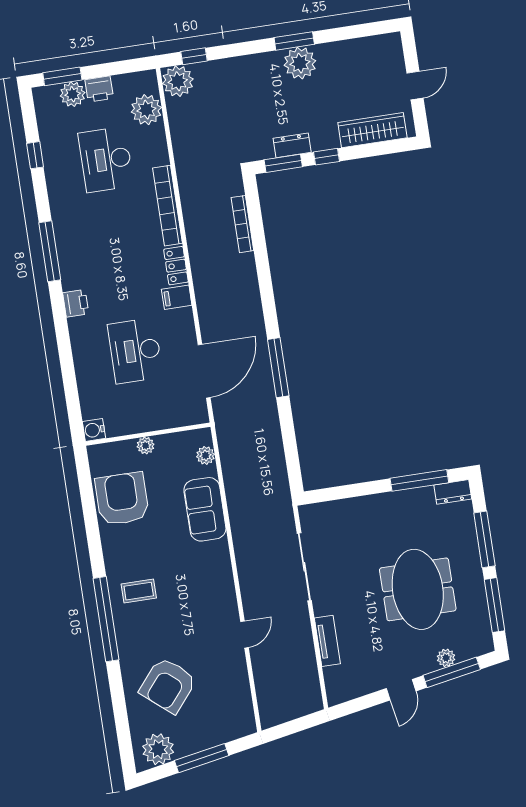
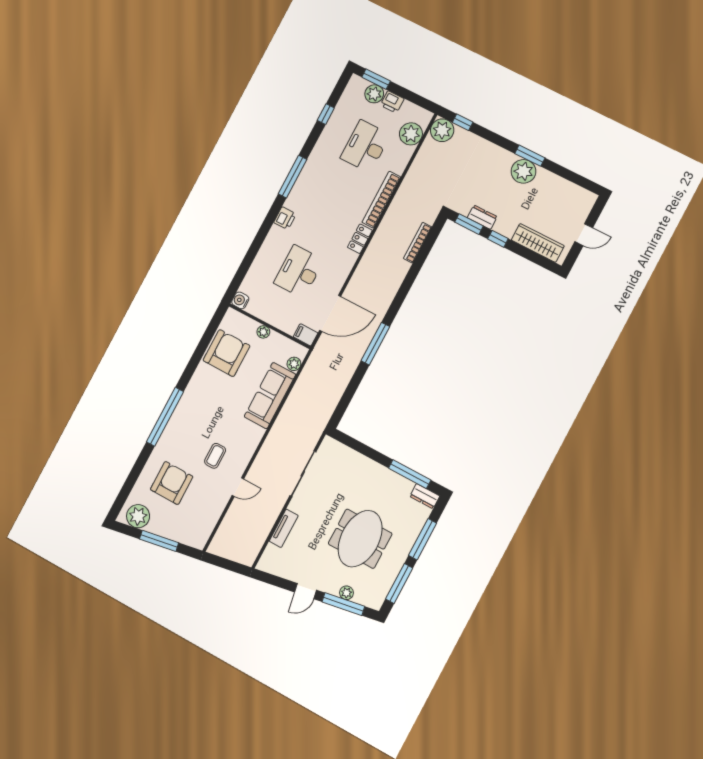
filing cabinet: (177, 297) -> (306, 335), moved
sofa: (205, 509) -> (270, 396), width x1.36
coffee table: (139, 591) -> (215, 456), moved, turned 90
armchair: (168, 685) -> (172, 483), turned 140

